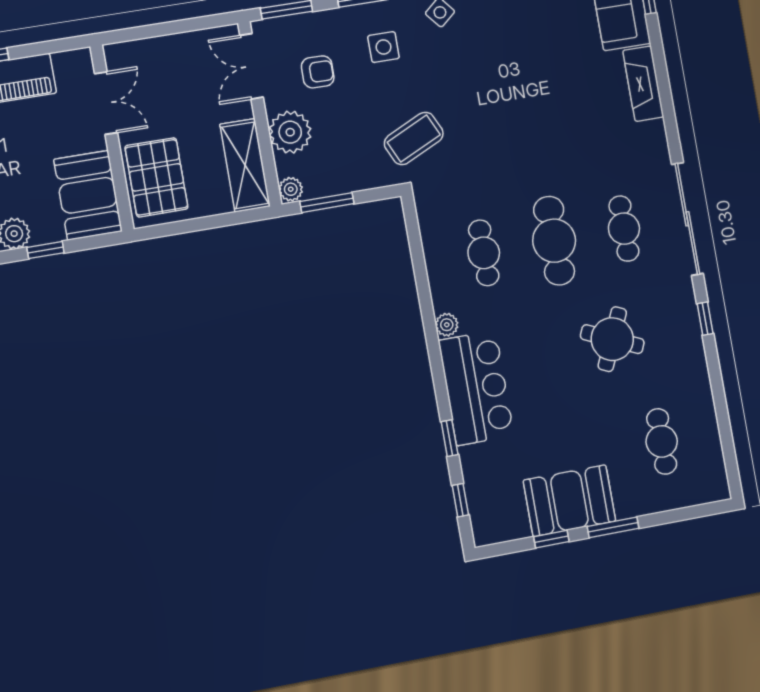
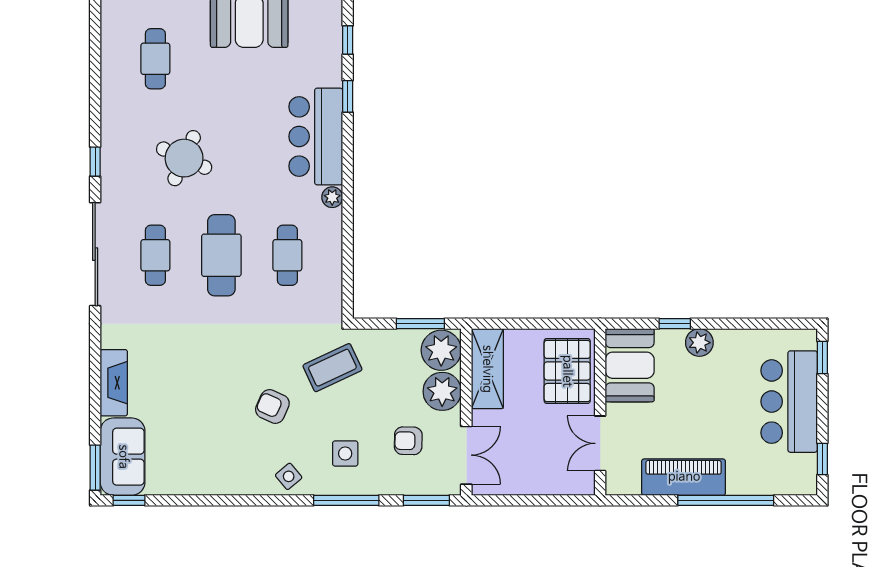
armchair: (471, 86) -> (272, 407), added
plant: (291, 189) -> (441, 350), width x1.88, depth x1.88

